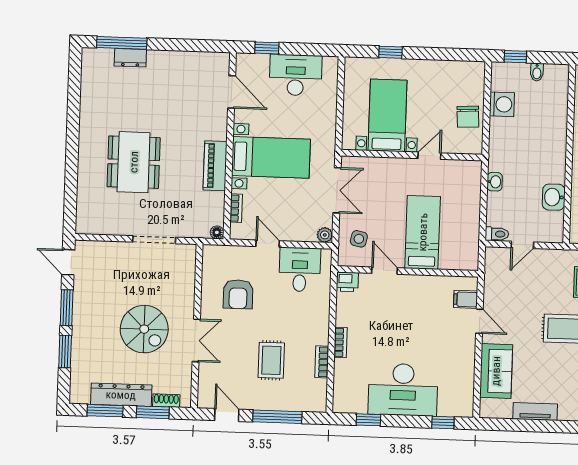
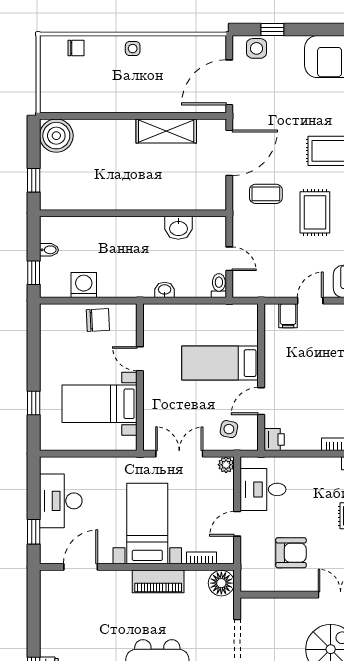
floor lamp: (217, 232) -> (221, 583), width x1.89, depth x1.89

